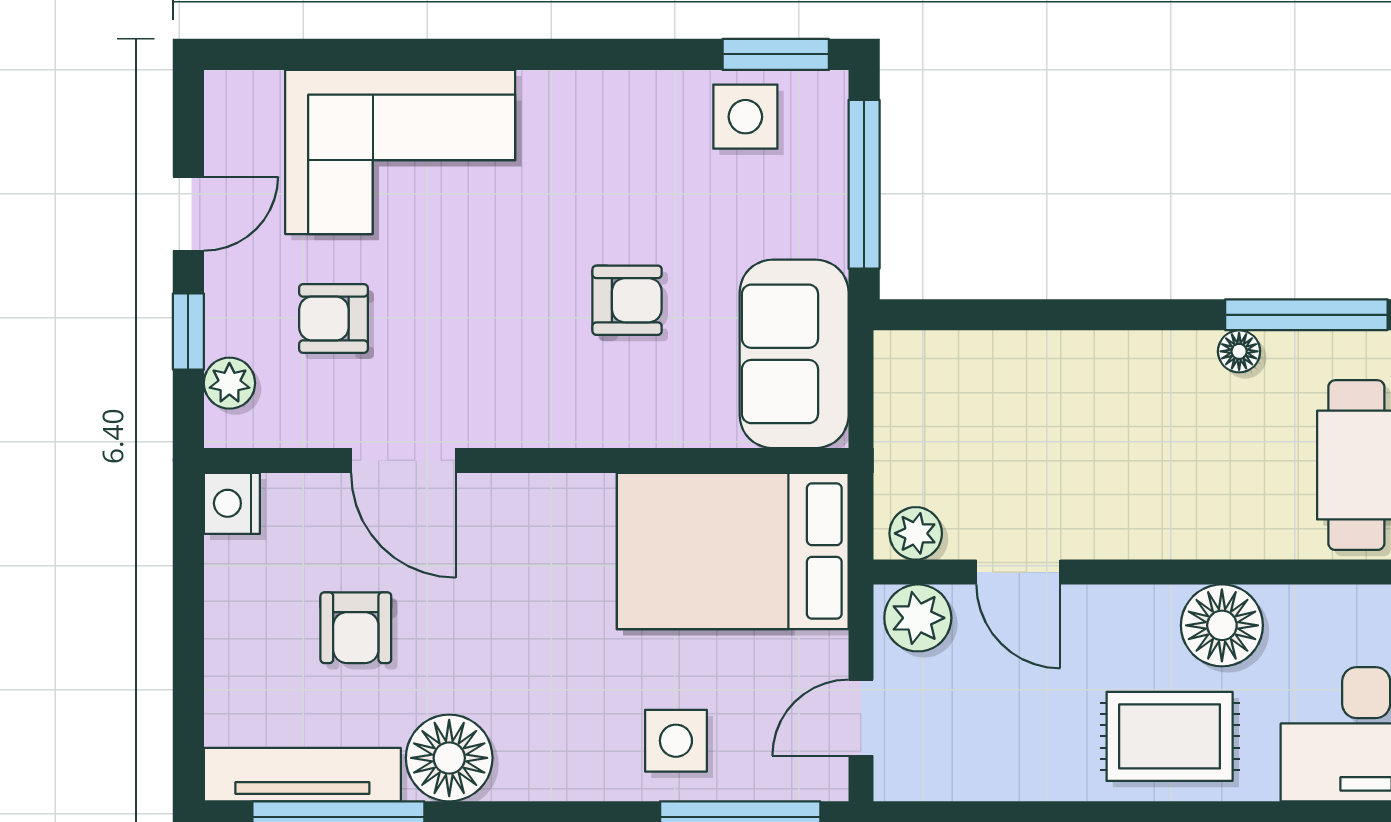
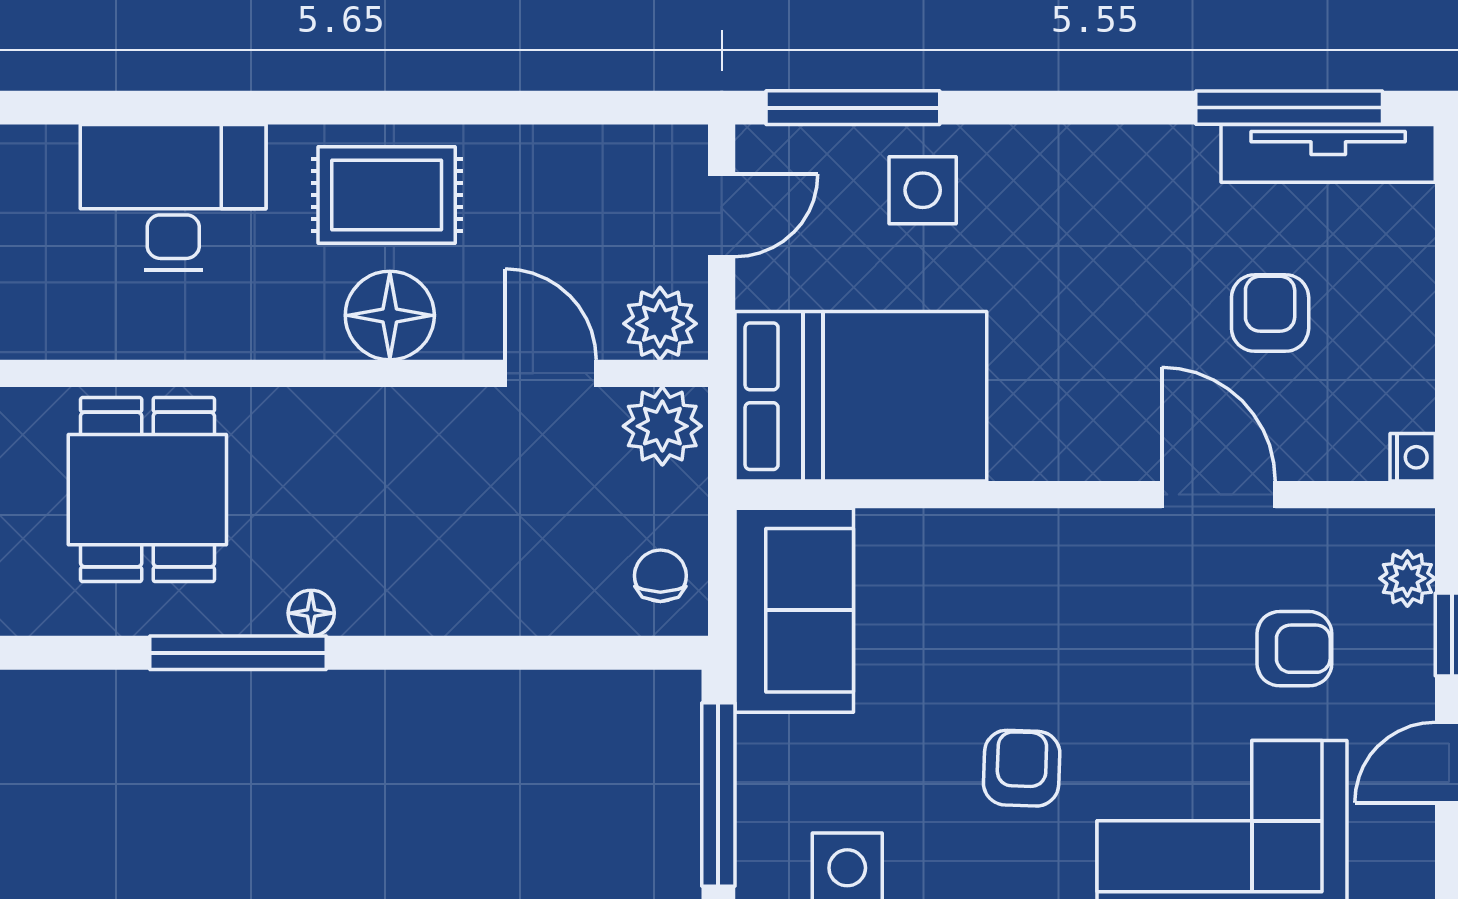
armchair: (627, 300) -> (1022, 768), moved, turned 92
chair: (917, 386) -> (660, 576), added
nightstand: (232, 503) -> (1413, 457), width x0.72, depth x0.74
plant: (916, 533) -> (662, 426), width x1.38, depth x1.38
floor lamp: (1222, 625) -> (390, 315), moved
floor lamp: (449, 758) -> (1169, 172), removed

